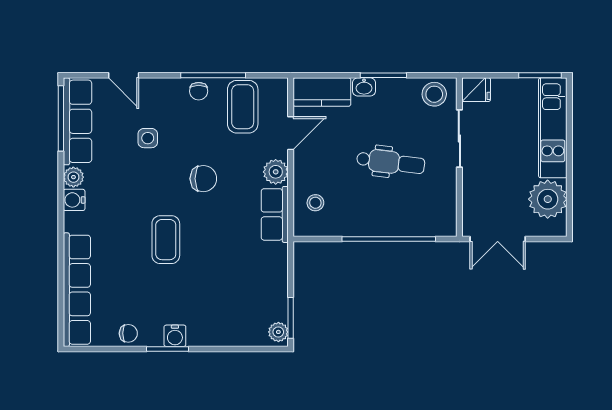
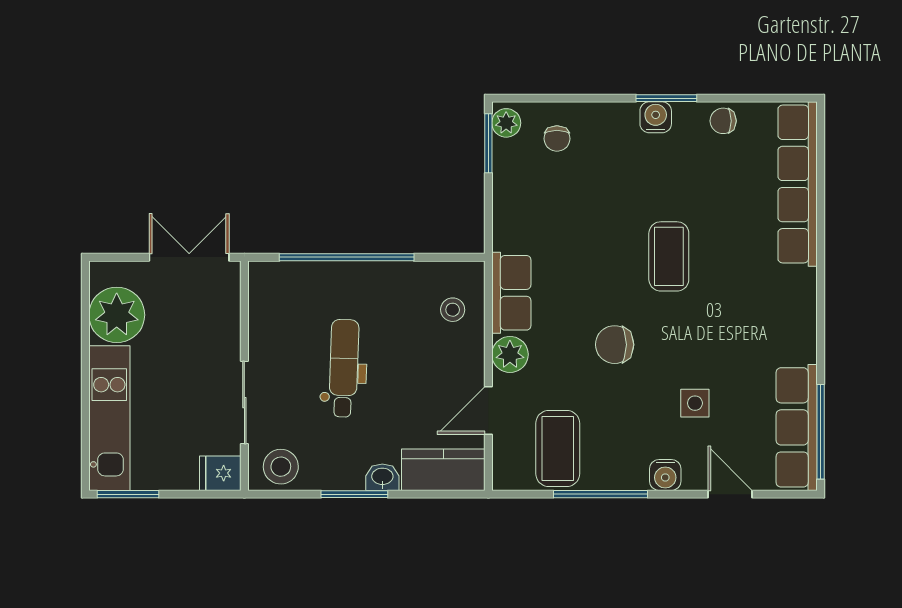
chair: (199, 91) -> (557, 139), moved, turned 180
dental chair: (391, 162) -> (344, 368), turned 85
plant: (73, 177) -> (802, 347), removed
water cooler: (74, 200) -> (665, 475), moved, turned 90

